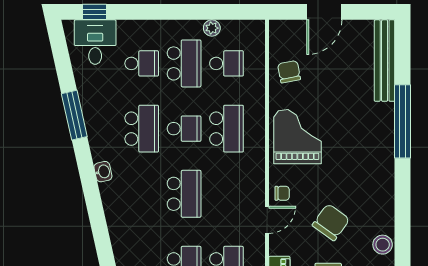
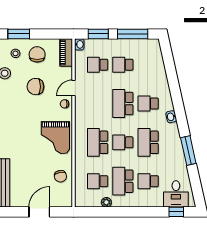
school desk: (142, 194) -> (148, 104), added
chair: (331, 222) -> (35, 87), turned 54

